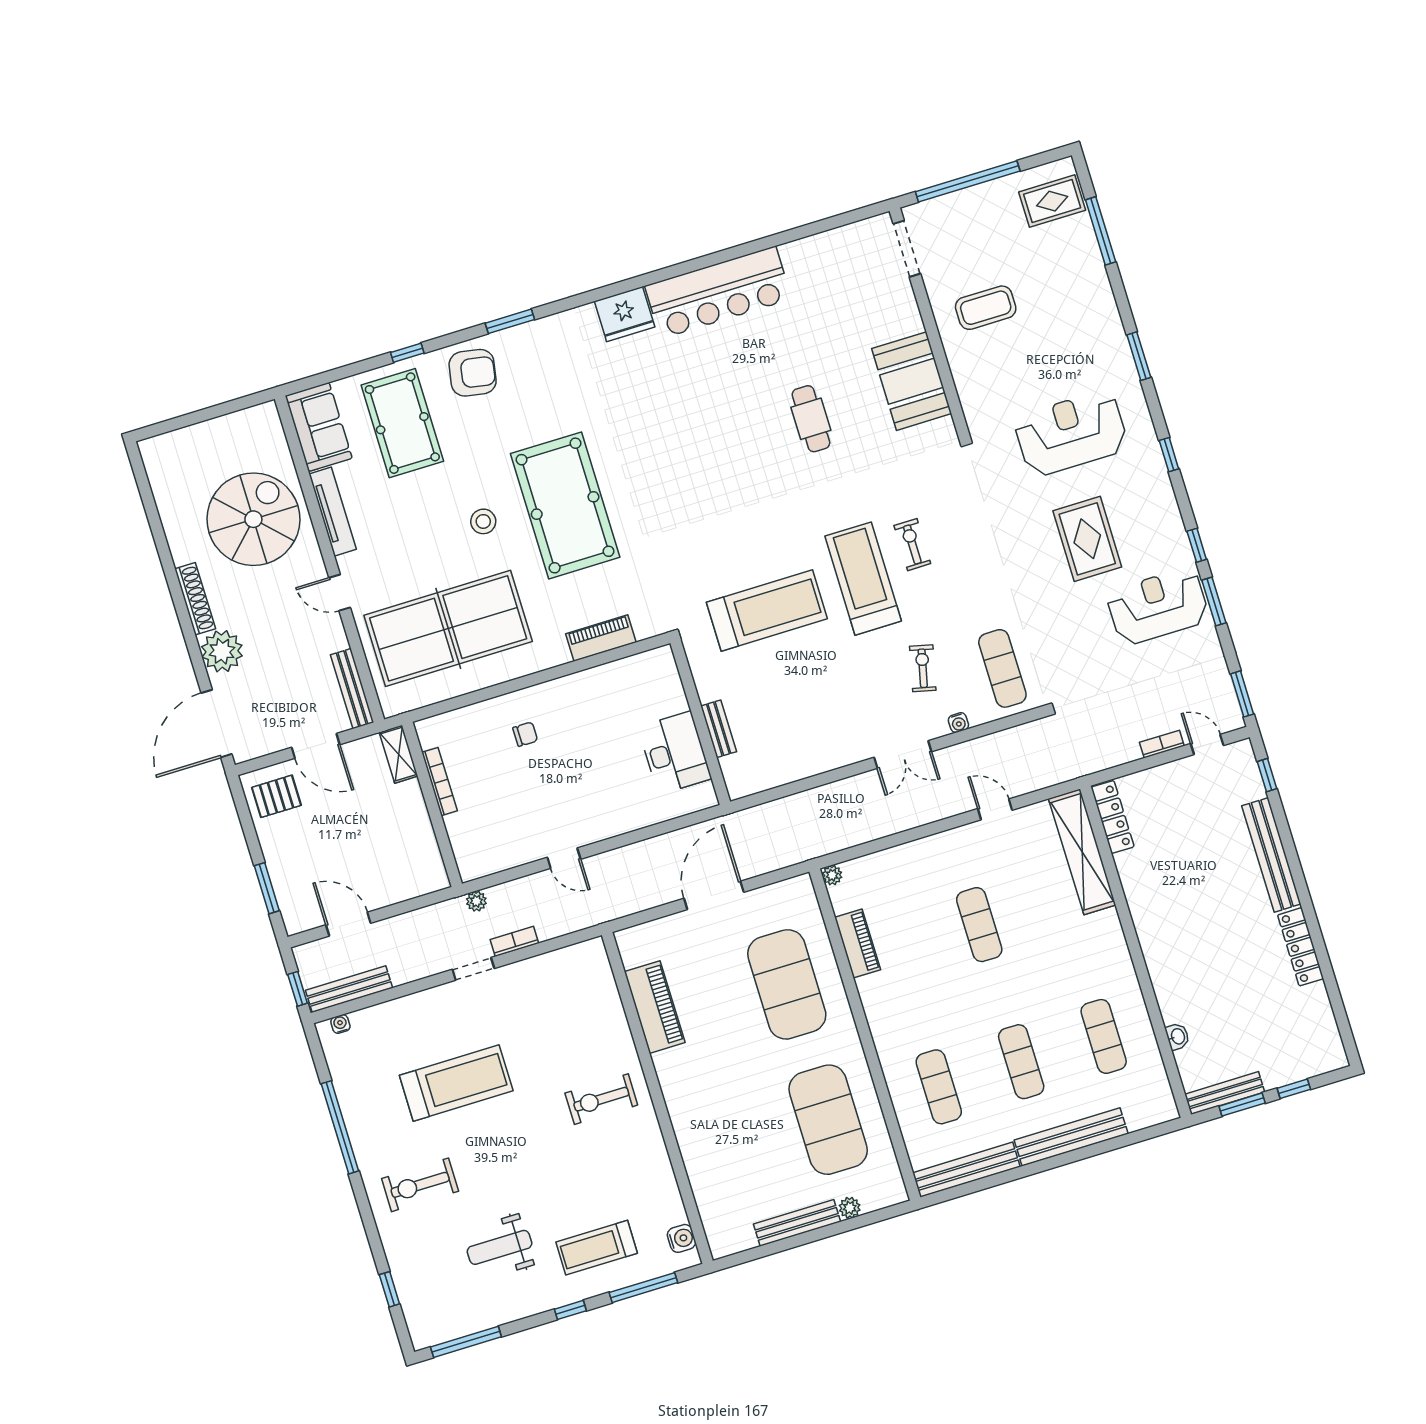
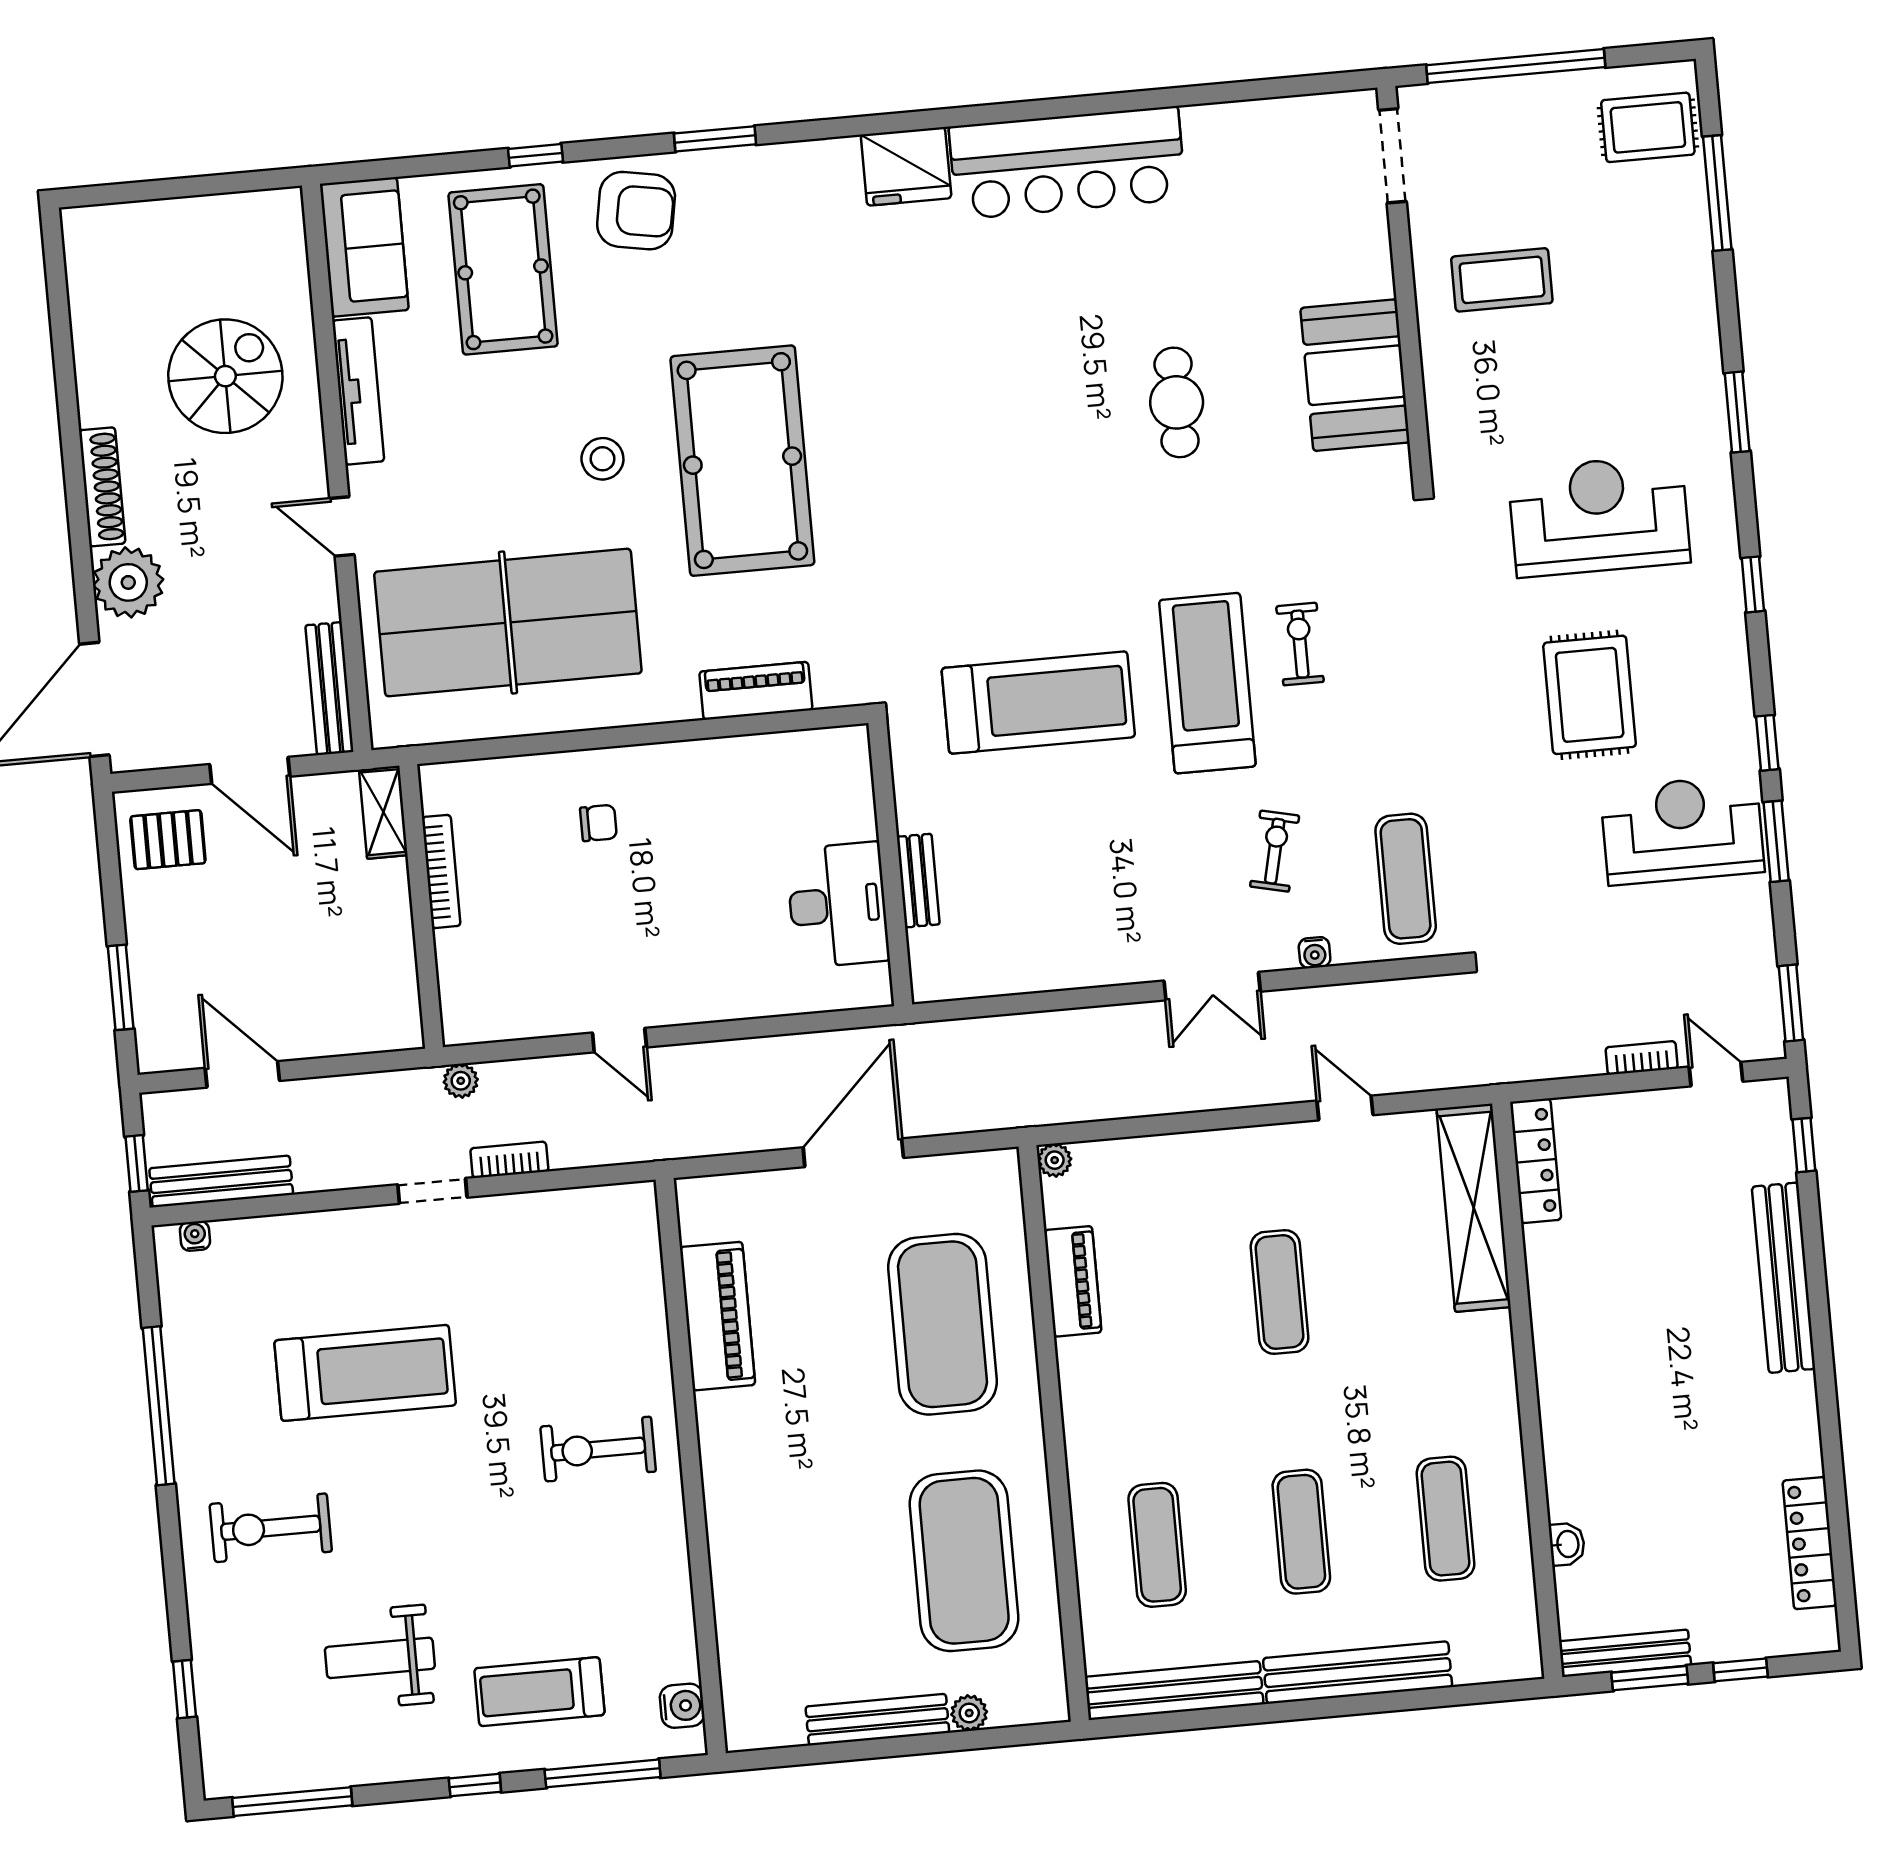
spiral stairs: (253, 519) -> (225, 376), width x0.73, depth x0.73
locker: (1301, 947) -> (1810, 1543), moved

